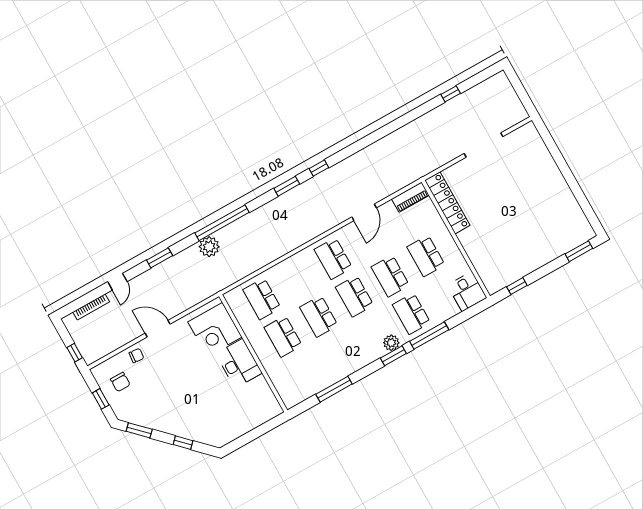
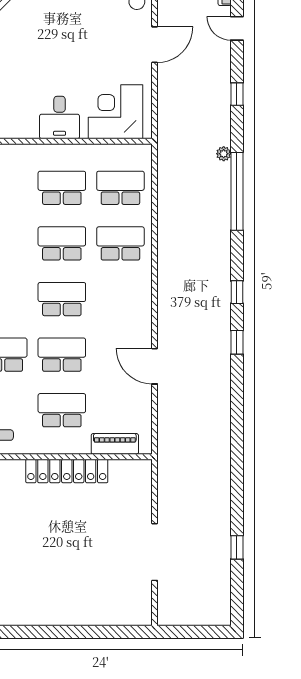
window: (287, 186) -> (237, 292), width x0.67
piano: (410, 197) -> (115, 444), moved, turned 90
locker: (447, 203) -> (67, 471), moved
plant: (209, 247) -> (224, 154), width x0.53, depth x0.53
window: (160, 258) -> (237, 94), width x0.67
school desk: (333, 259) -> (120, 243), moved
desk: (239, 363) -> (60, 117), width x0.73

